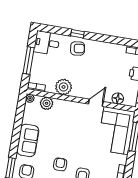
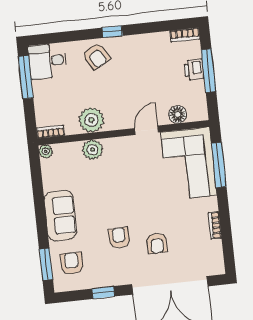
window: (77, 34) -> (112, 32), moved
armchair: (78, 48) -> (96, 56), turned 68
window: (29, 61) -> (26, 77), moved
plant: (47, 103) -> (93, 150), moved

